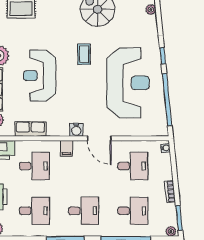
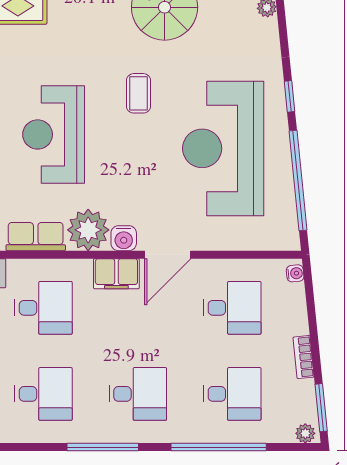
reception desk: (128, 83) -> (223, 148), turned 180
plant: (58, 125) -> (88, 230), added
door: (99, 138) -> (168, 255), hinge flipped
filing cabinet: (67, 148) -> (116, 274), width x2.00

